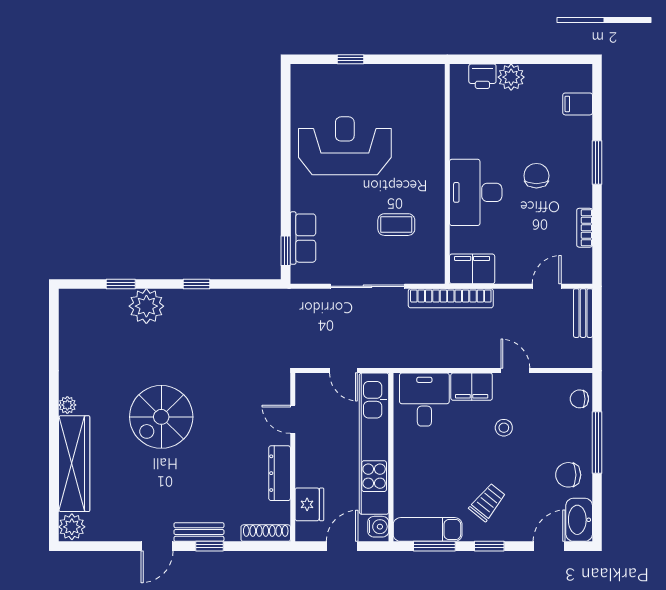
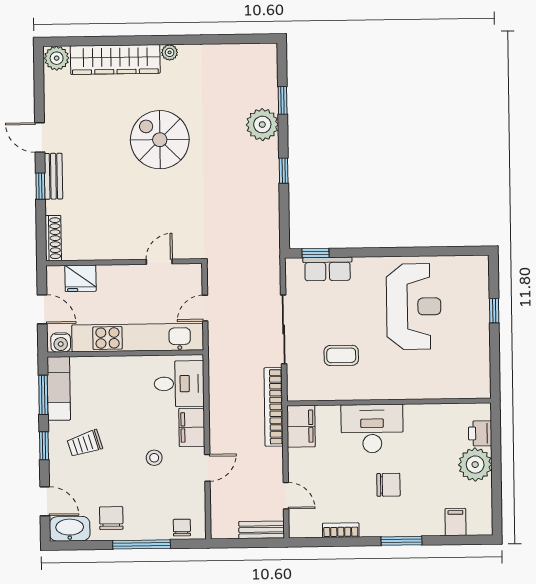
plant: (511, 77) -> (475, 465), width x1.36, depth x1.36
coffee table: (396, 225) -> (341, 355), turned 90
dresser: (280, 473) -> (109, 250), removed
trolley: (487, 502) -> (85, 444), turned 124

